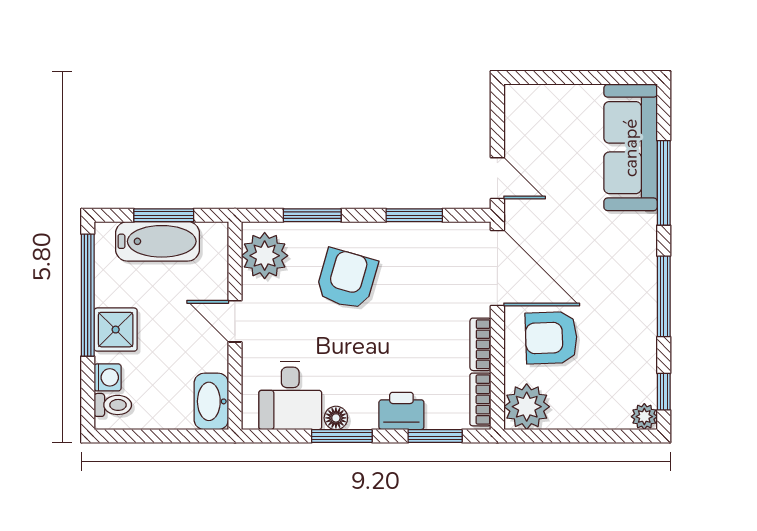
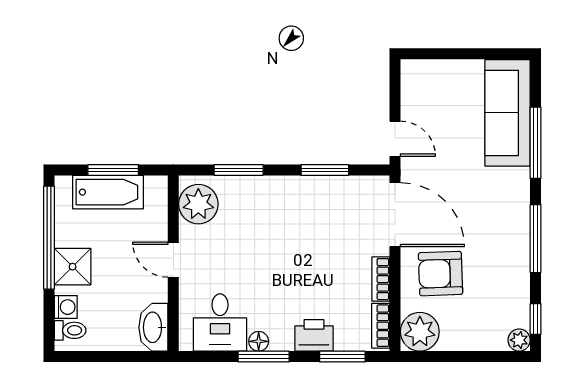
armchair: (347, 279) -> (268, 224), removed

